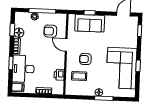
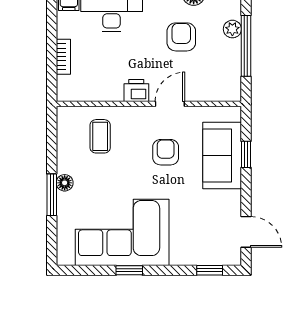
armchair: (50, 31) -> (181, 37), moved
armchair: (85, 59) -> (166, 152), moved
printer: (59, 75) -> (136, 90), moved

